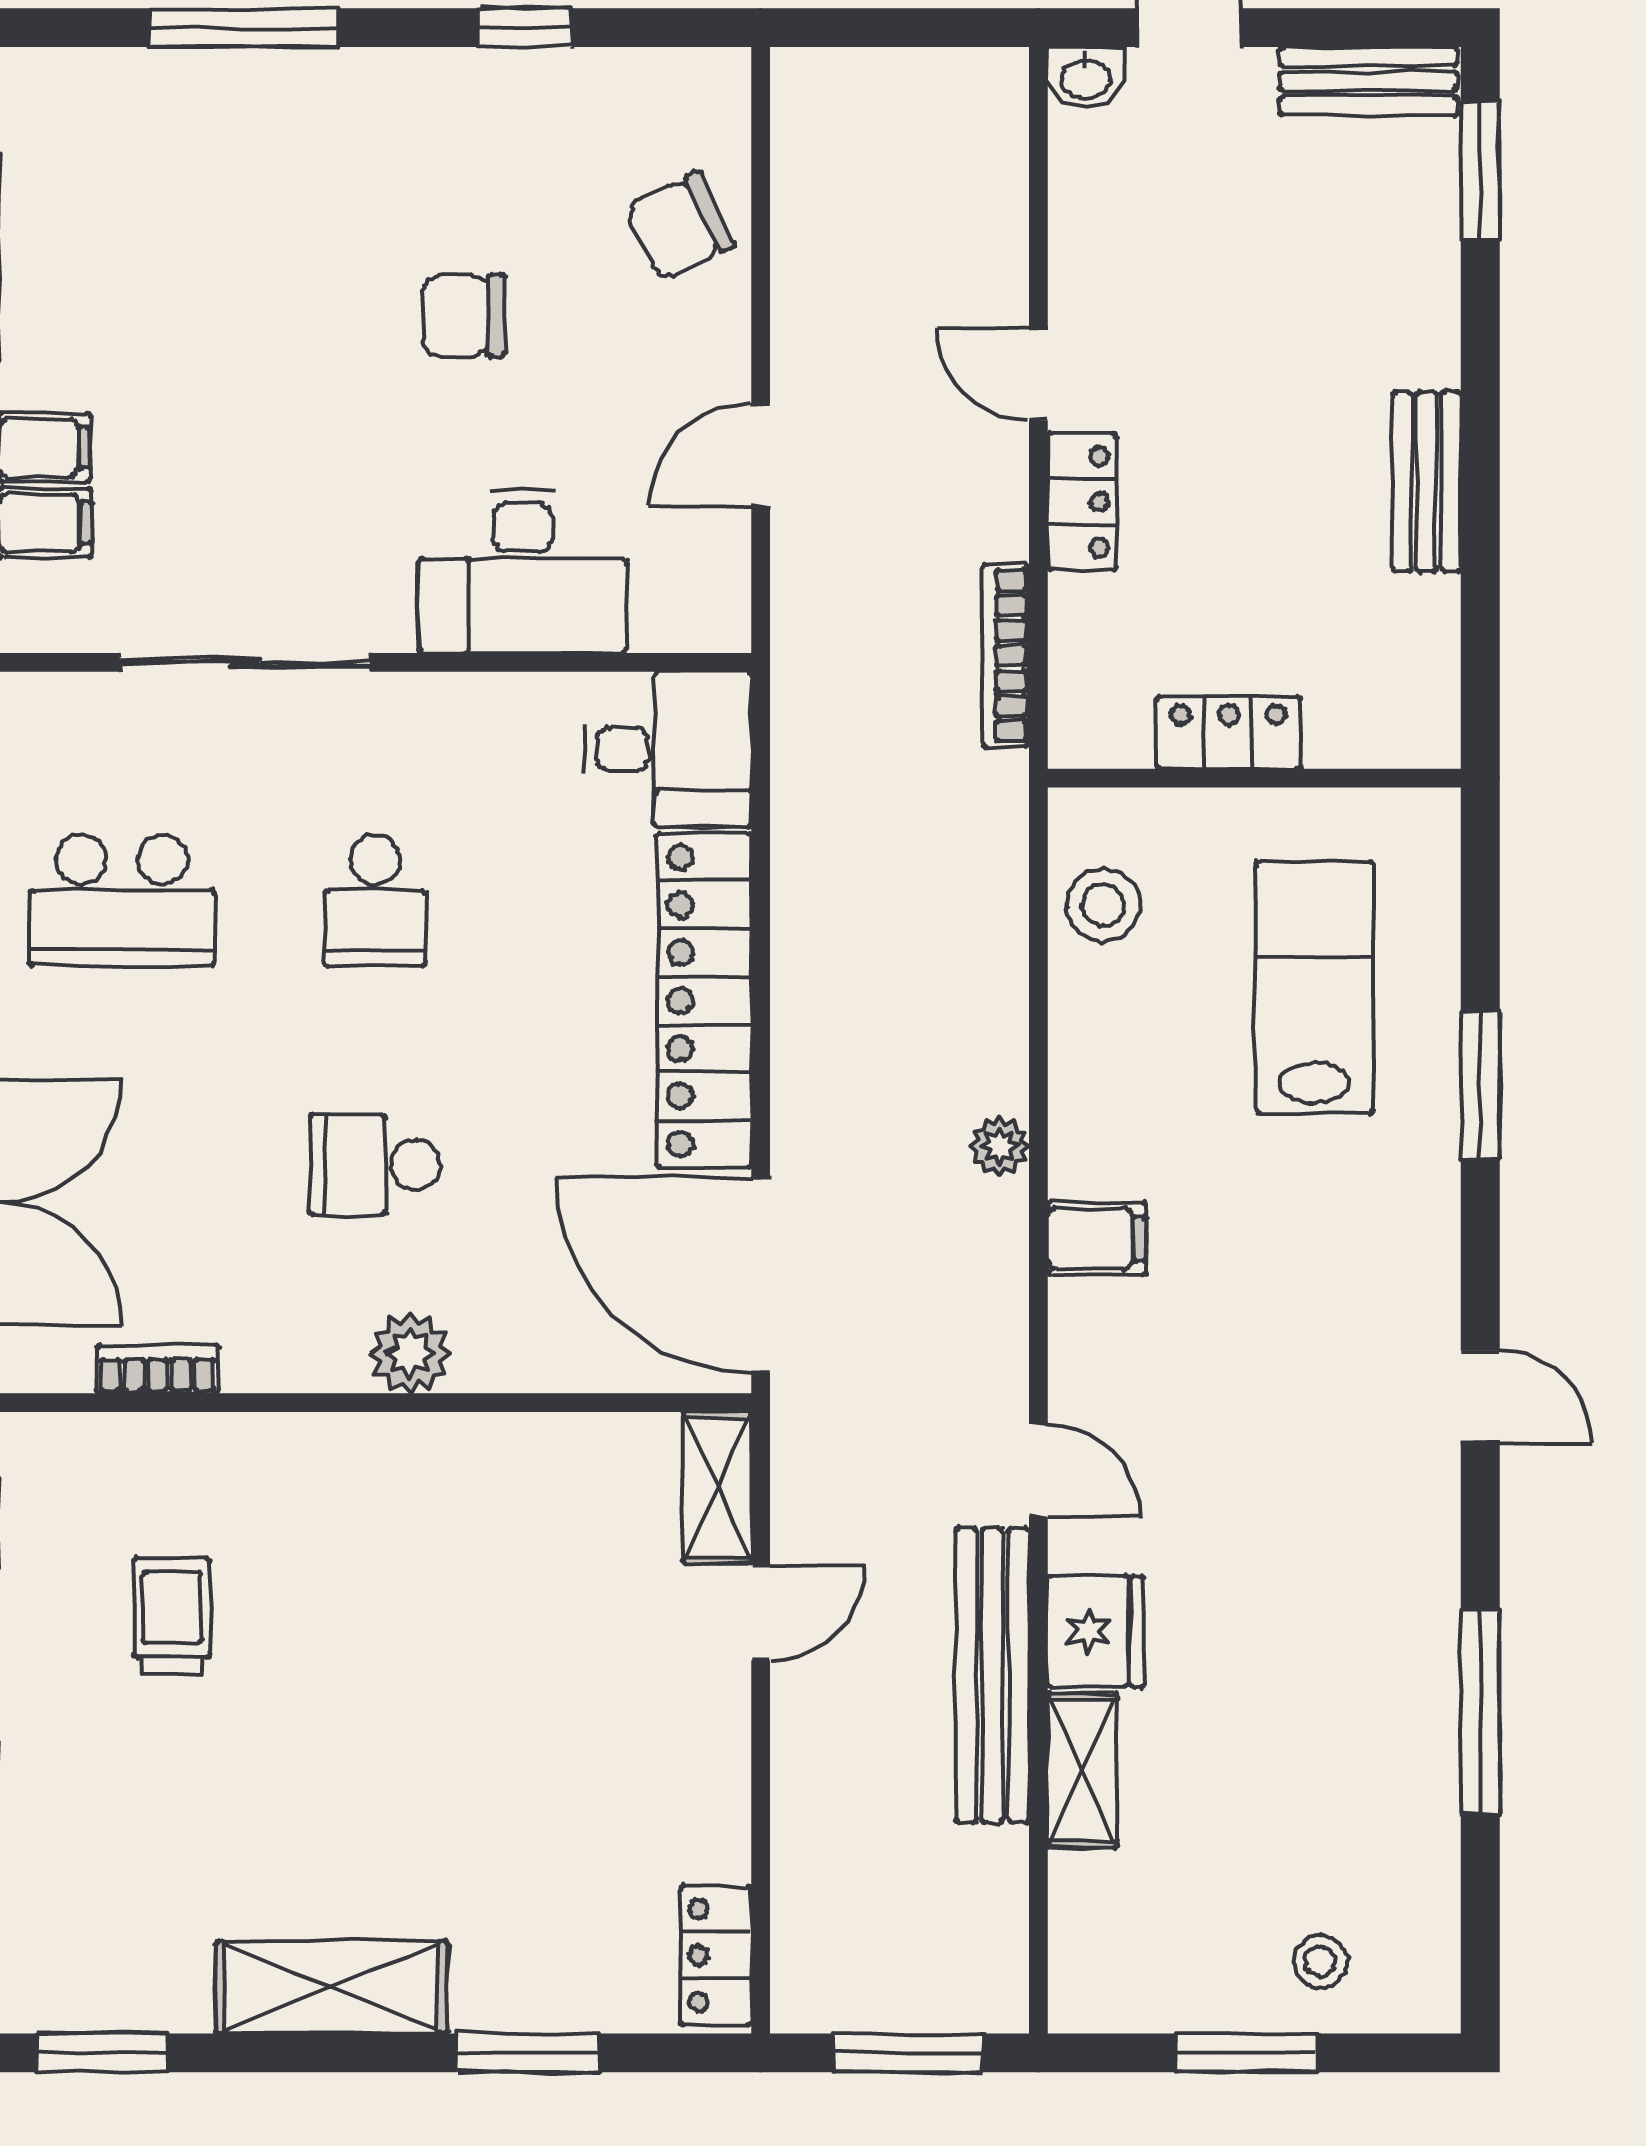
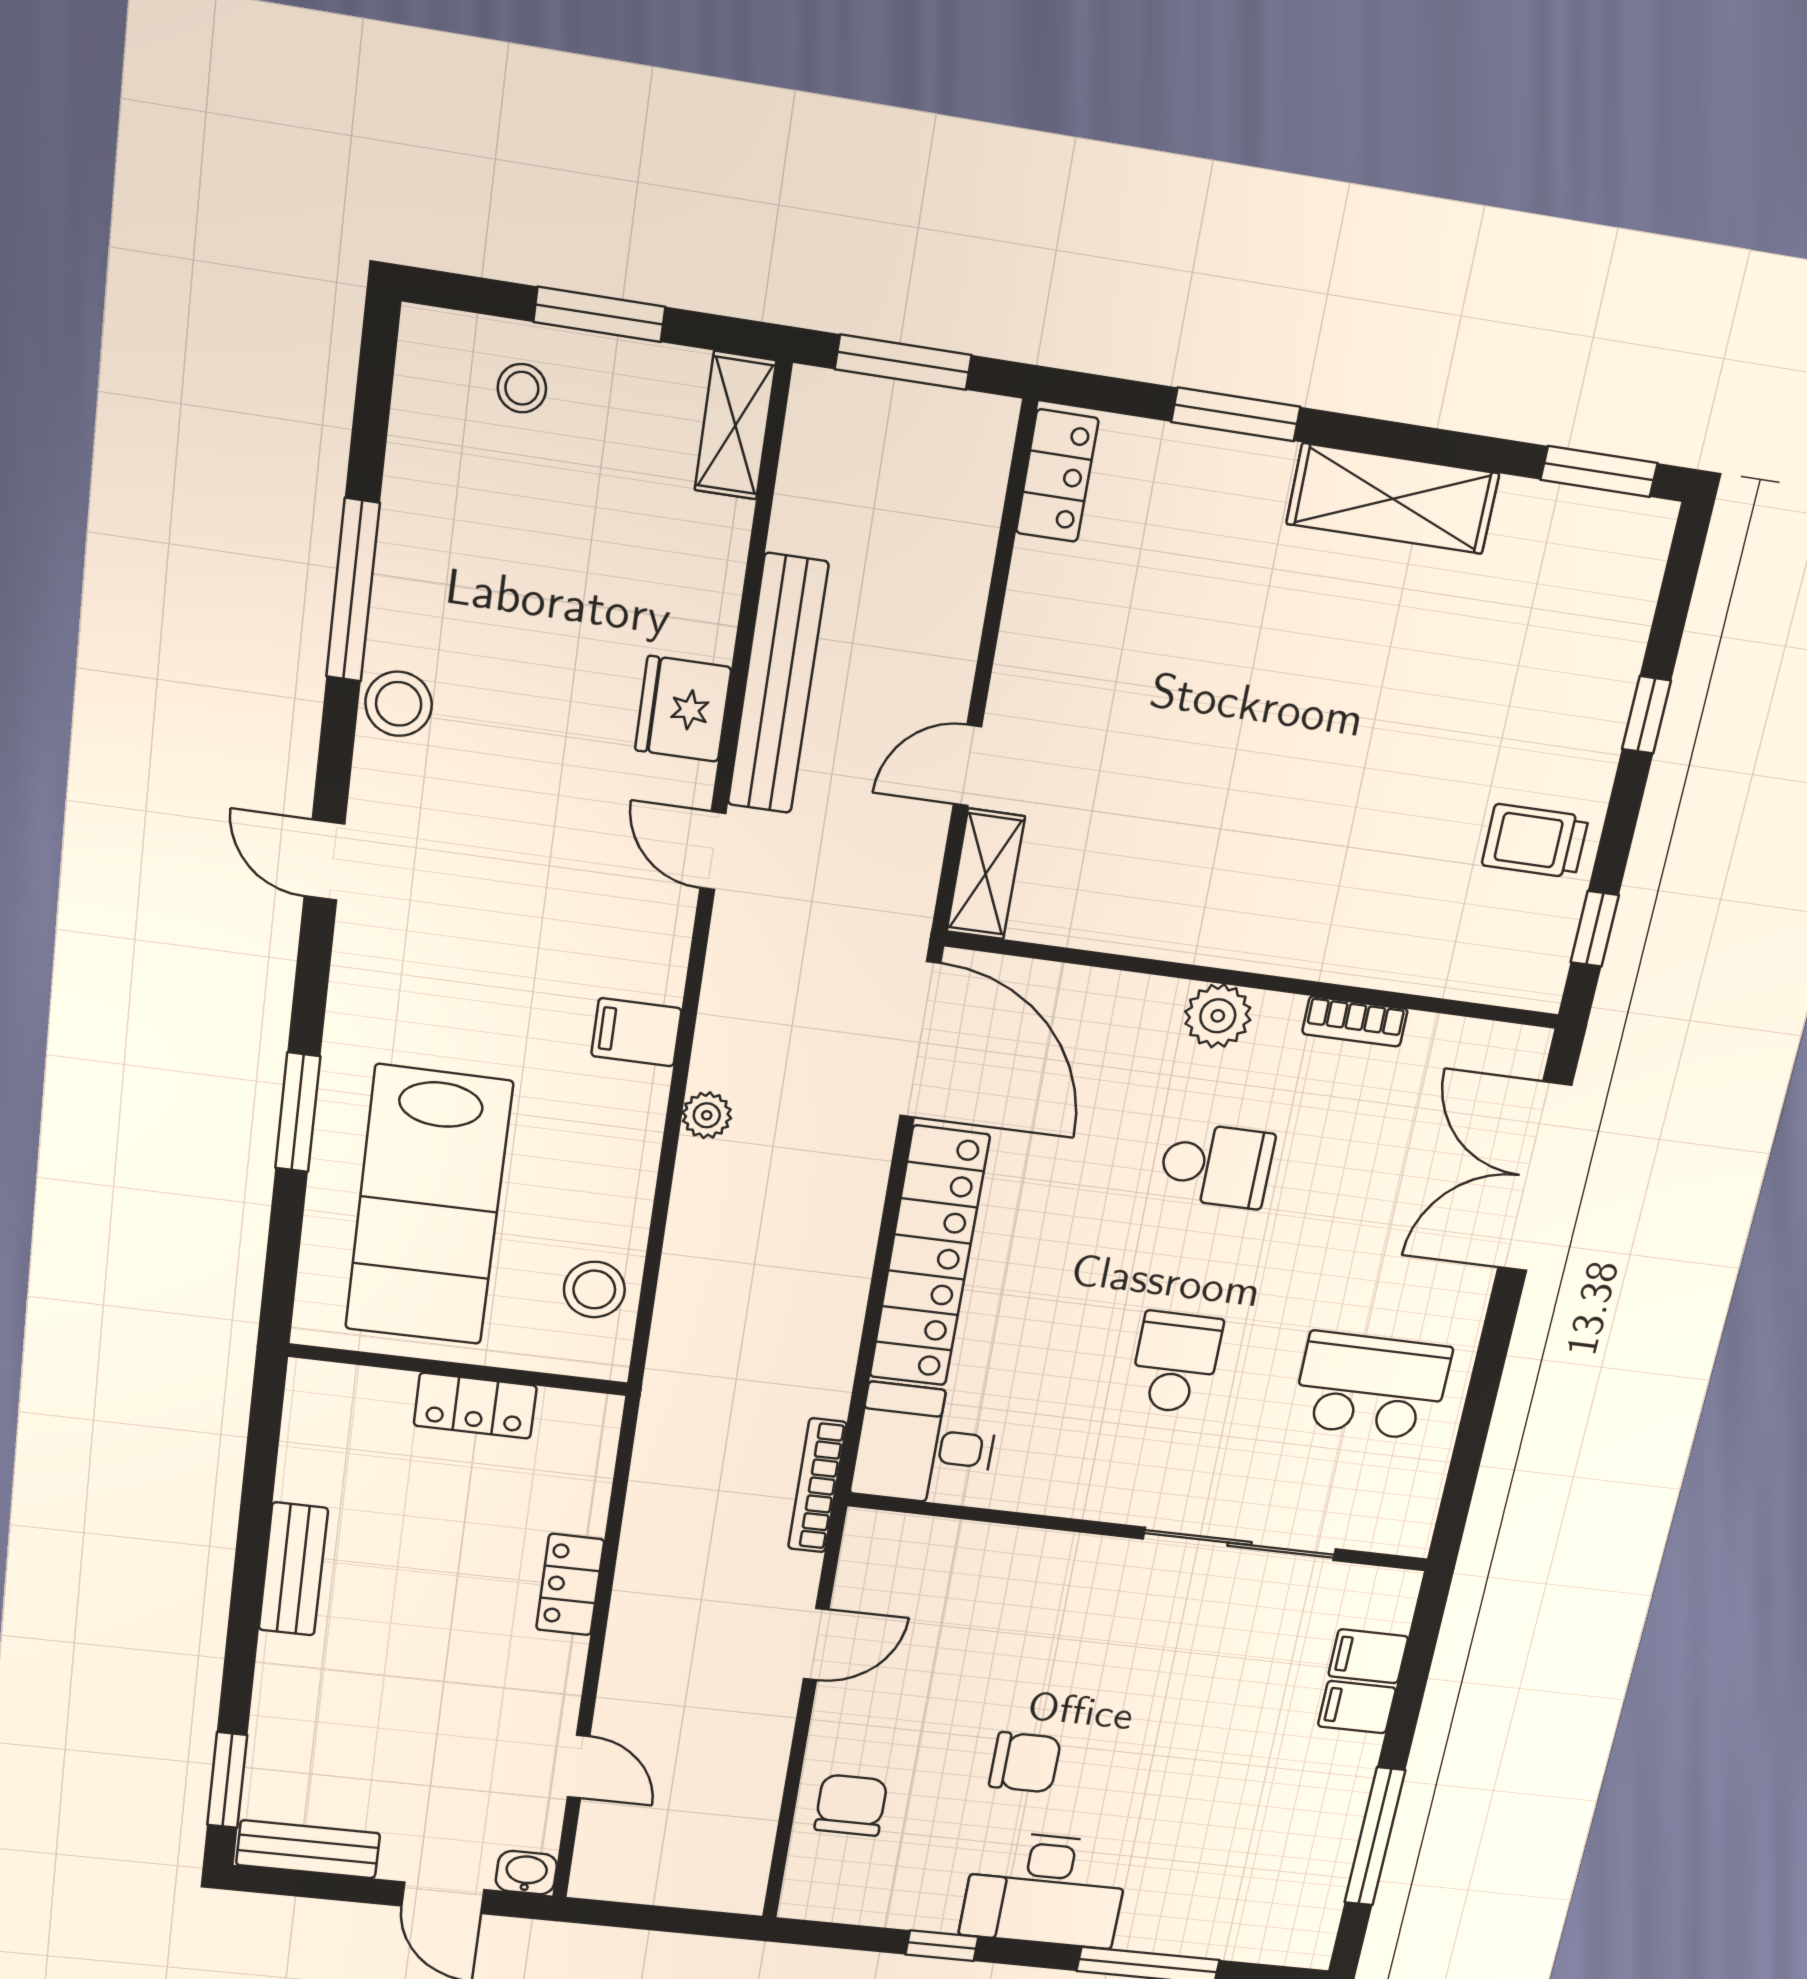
chair: (680, 226) -> (851, 1805), turned -64
door: (1038, 374) -> (579, 1767), moved
desk: (522, 572) -> (1045, 1890), moved, turned 180
bookcase: (1006, 656) -> (817, 1486), moved, turned 180
lab bench: (1314, 987) -> (429, 1206), width x1.36, depth x1.39
bookcase: (157, 1369) -> (1355, 1021), moved
stool: (1416, 1591) -> (399, 704), added
trolley: (172, 1616) -> (1535, 841), moved, turned 90
shelving: (1082, 1771) -> (735, 426), moved

